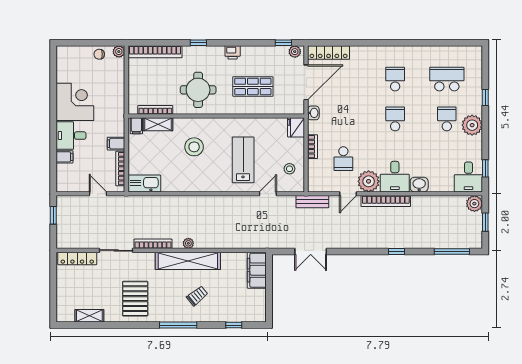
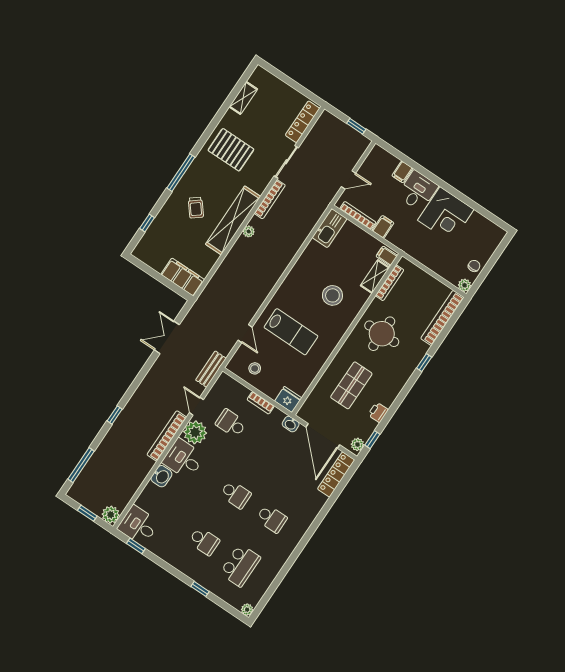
printer: (233, 52) -> (378, 412), moved
plant: (472, 125) -> (247, 610), moved, width x0.53, depth x0.53

